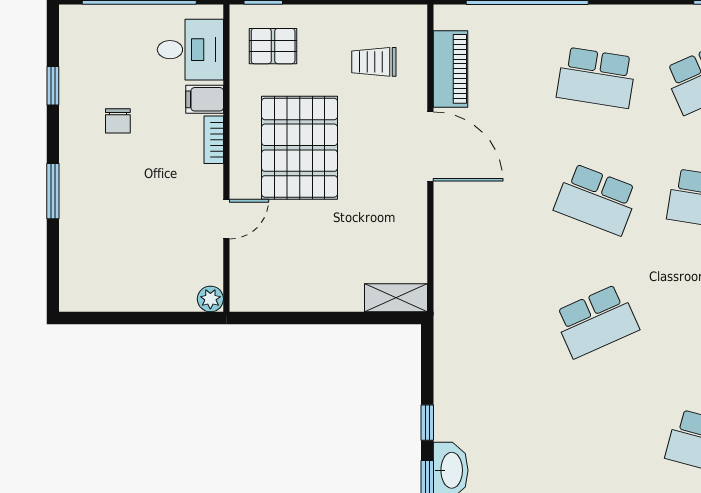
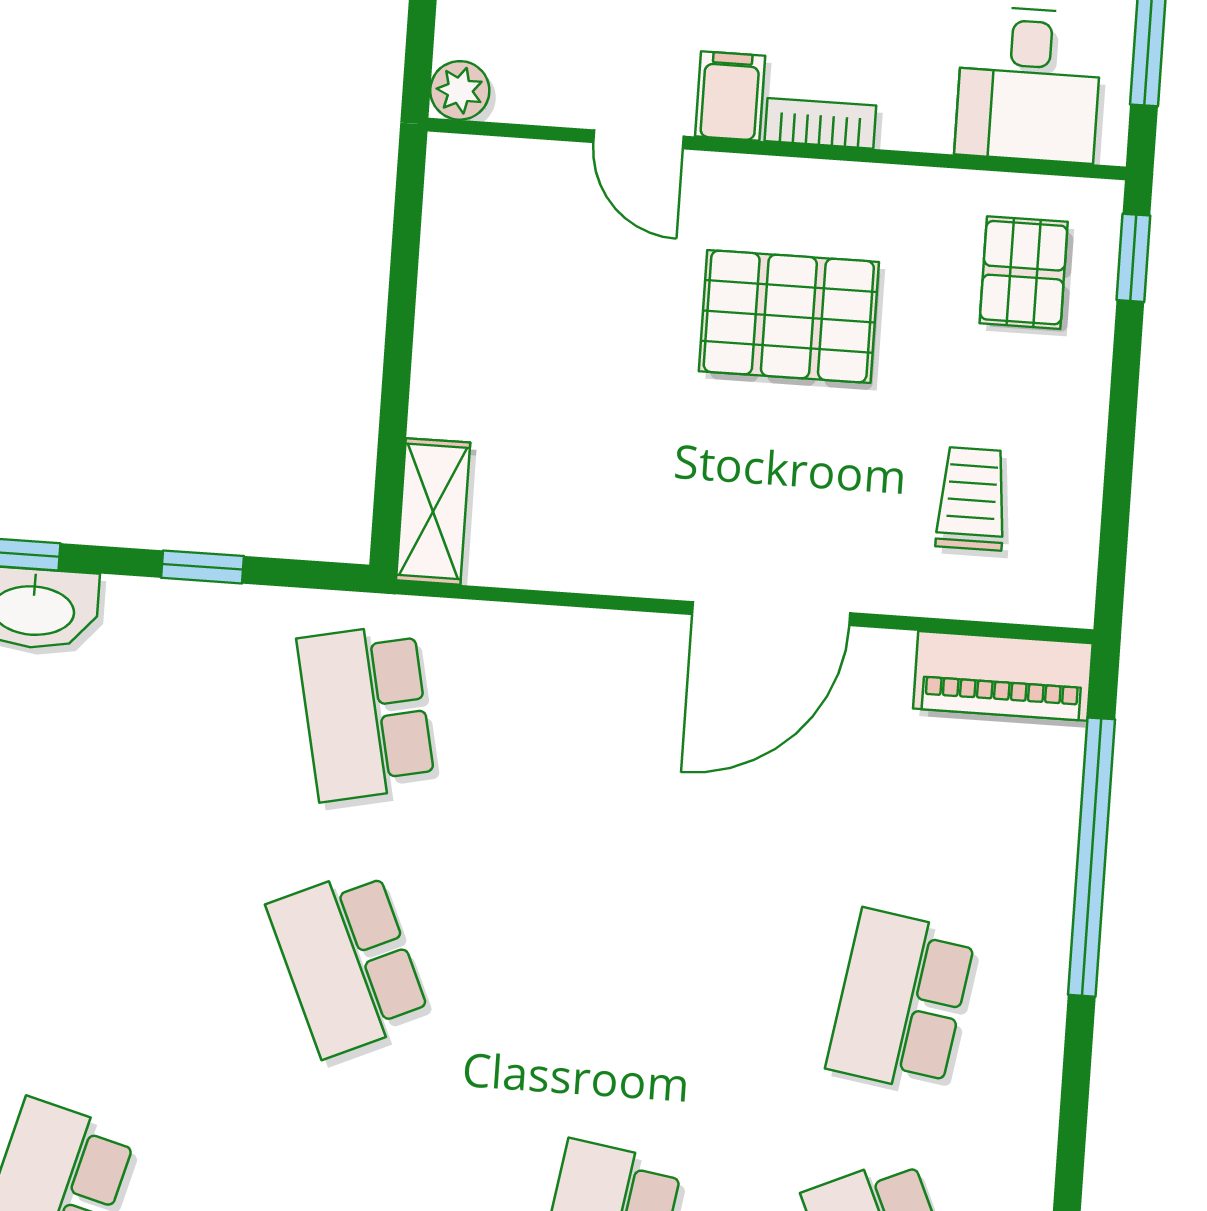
piano: (451, 69) -> (1003, 676), moved
filing cabinet: (205, 99) -> (730, 96), moved
pallet: (300, 148) -> (789, 317), width x0.73, depth x0.71
school desk: (596, 199) -> (366, 712), moved, turned -33
window: (427, 423) -> (203, 567), moved

